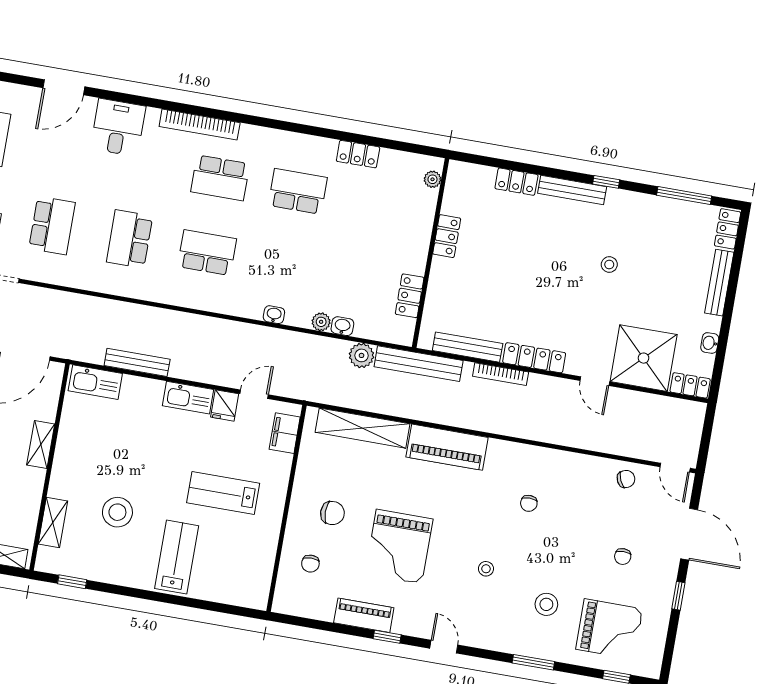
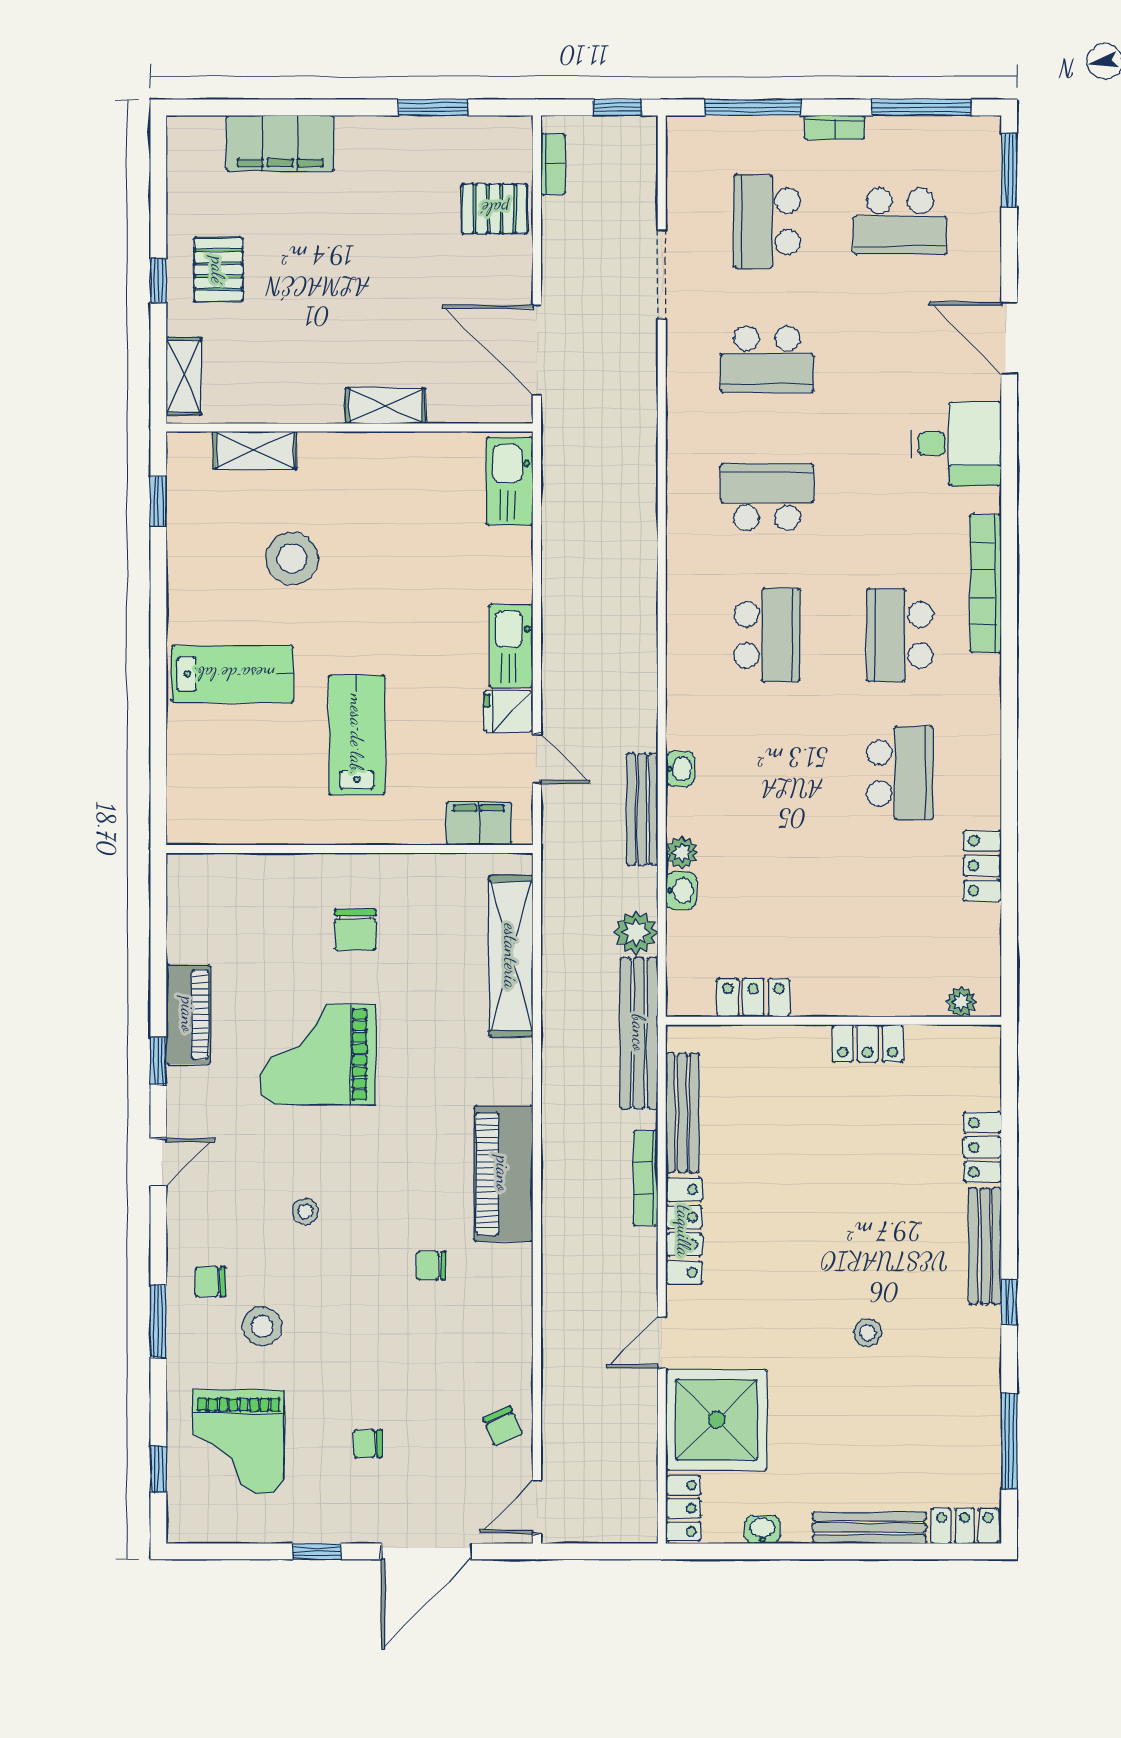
bench: (137, 362) -> (642, 809), moved
piano: (447, 447) -> (503, 1174), moved
chair: (310, 564) -> (210, 1282), moved

